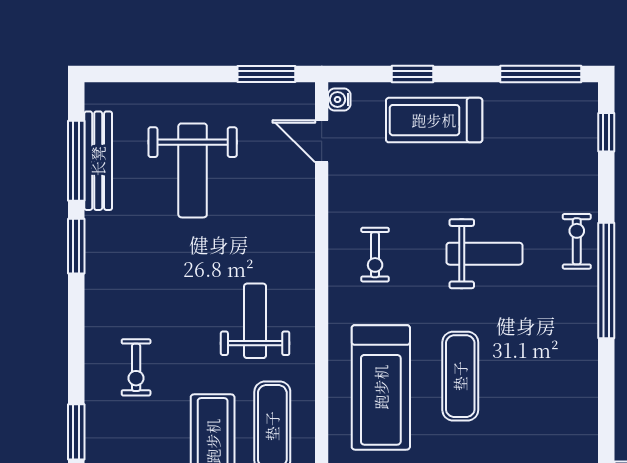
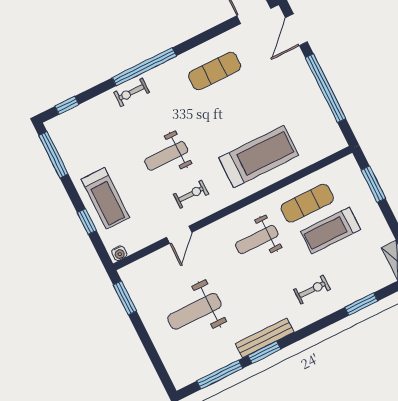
door: (322, 141) -> (179, 235), moved
bench: (98, 161) -> (265, 338), moved
weight bench: (193, 170) -> (194, 311), turned 180
weight bench: (484, 254) -> (166, 156), moved, turned -90
exercise mat: (460, 376) -> (215, 71), moved

